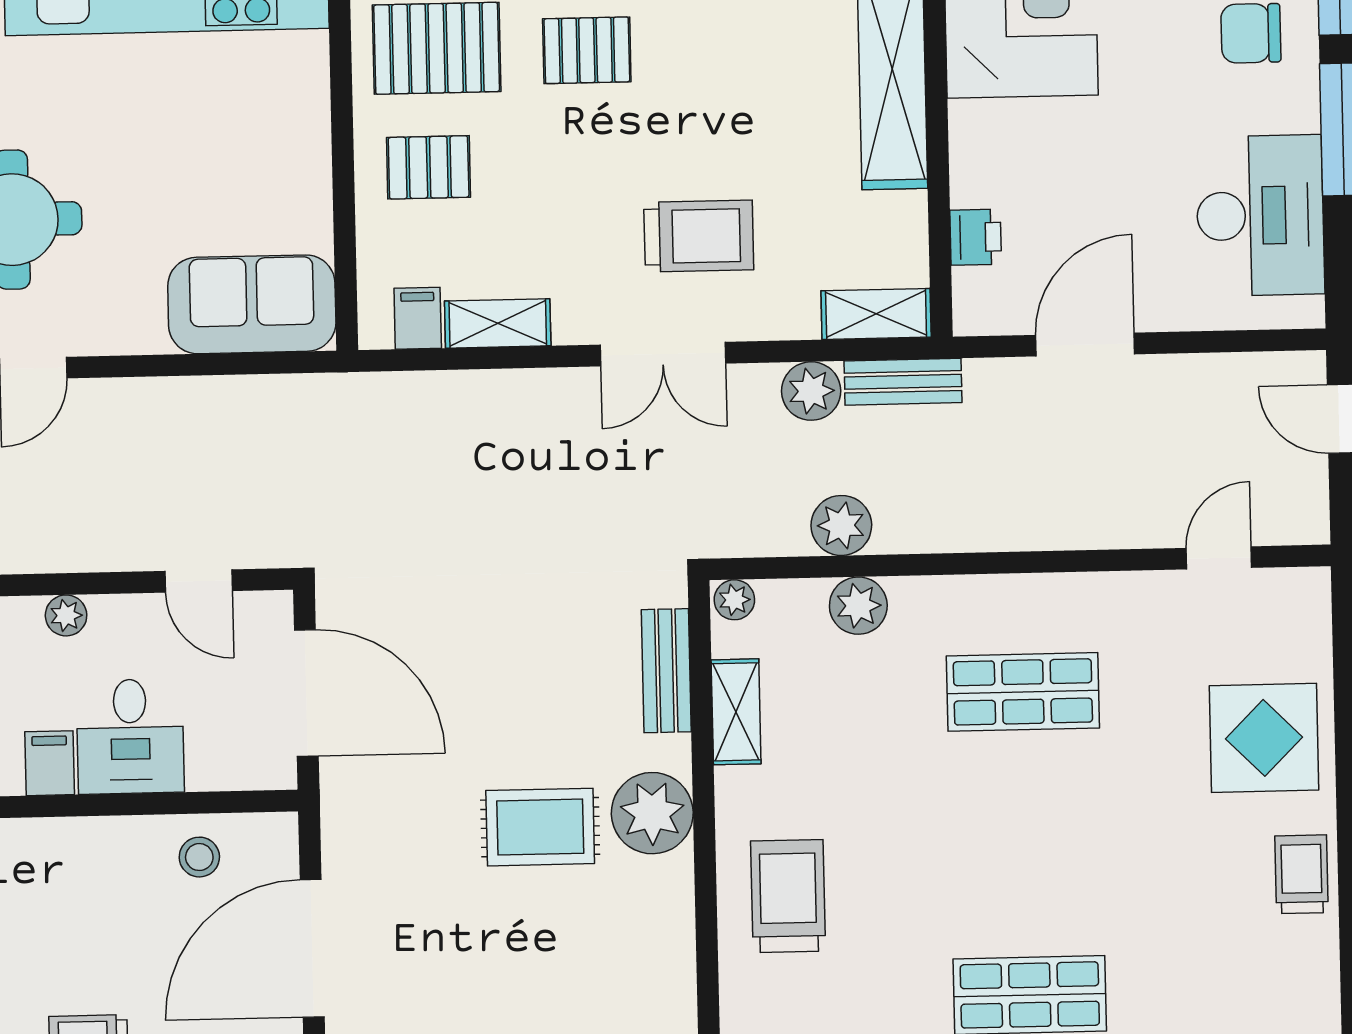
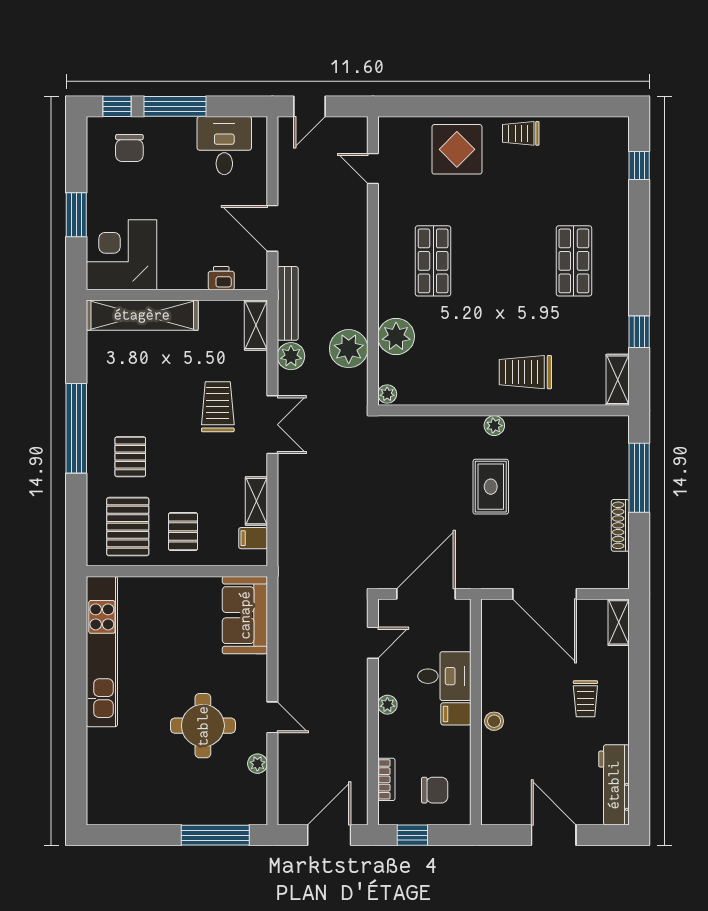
desk: (1260, 216) -> (224, 146), width x0.73
bench: (903, 382) -> (288, 303), width x1.36
plant: (841, 525) -> (349, 349), width x1.36, depth x1.36
plant: (858, 606) -> (396, 336), width x1.36, depth x1.36
bench: (666, 671) -> (419, 426), removed
shelving: (736, 712) -> (439, 394), removed
plant: (652, 813) -> (494, 426), width x0.53, depth x0.53
stool: (199, 857) -> (494, 721), moved

